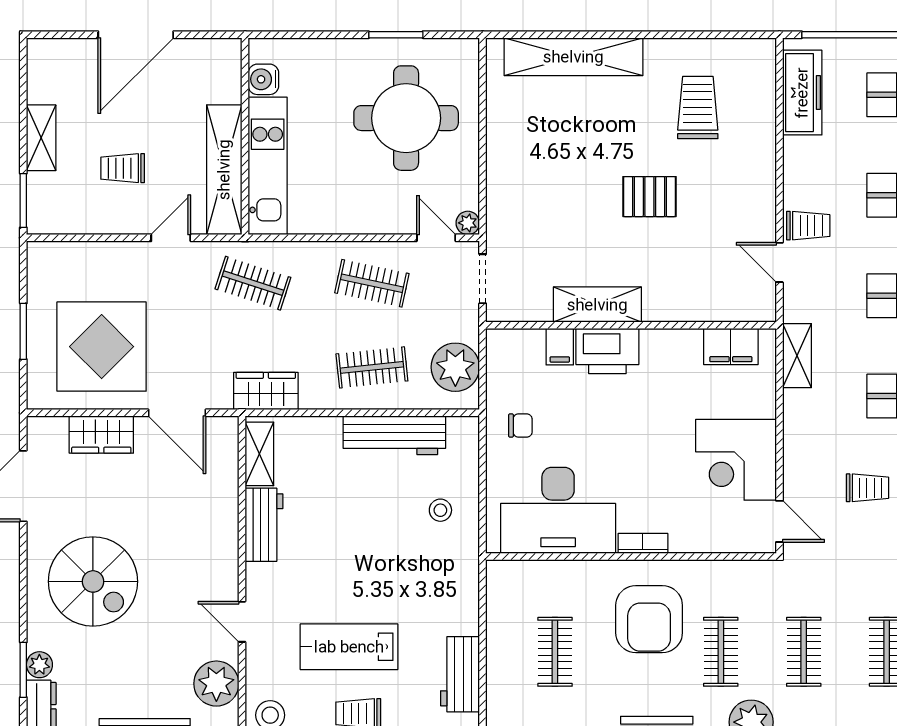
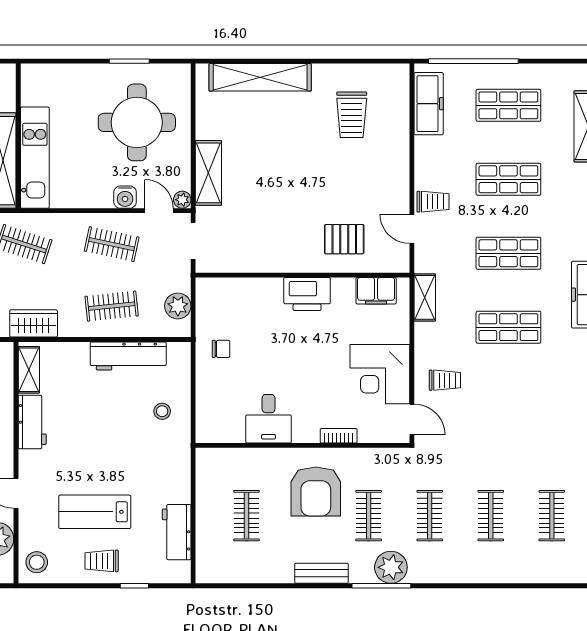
water cooler: (263, 79) -> (125, 197), moved, turned -90
trolley: (698, 108) -> (352, 115), turned 180
pallet: (649, 197) -> (344, 239), moved
shelving: (597, 305) -> (208, 173), moved, turned 90
filing cabinet: (560, 347) -> (250, 291), removed
printer: (607, 351) -> (307, 294), moved
plant: (455, 367) -> (178, 306), width x0.73, depth x0.73
trolley: (867, 488) -> (445, 380), moved
desk: (558, 510) -> (269, 419), width x0.53, depth x0.77
bookcase: (643, 543) -> (339, 436), moved

